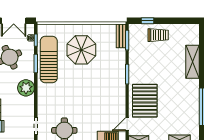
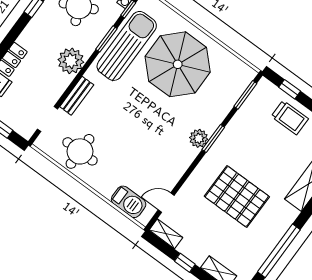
bench: (121, 36) -> (77, 96), moved
parasol: (81, 50) -> (178, 64), width x1.36, depth x1.36
plant: (120, 80) -> (199, 138), added
pallet: (145, 101) -> (237, 197), moved, turned 90

